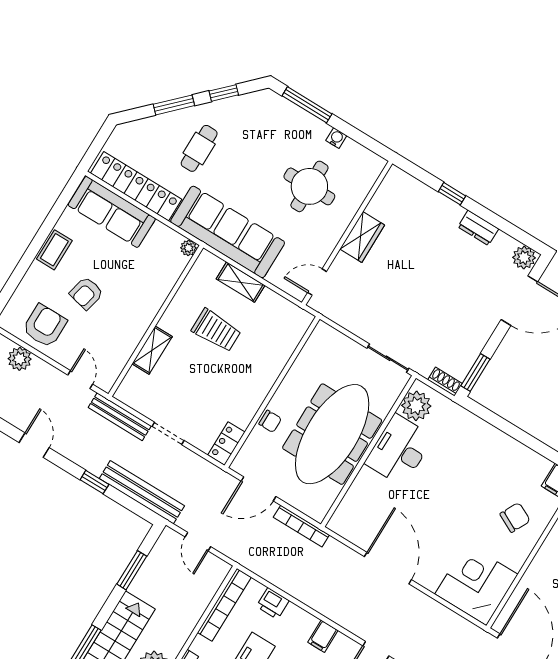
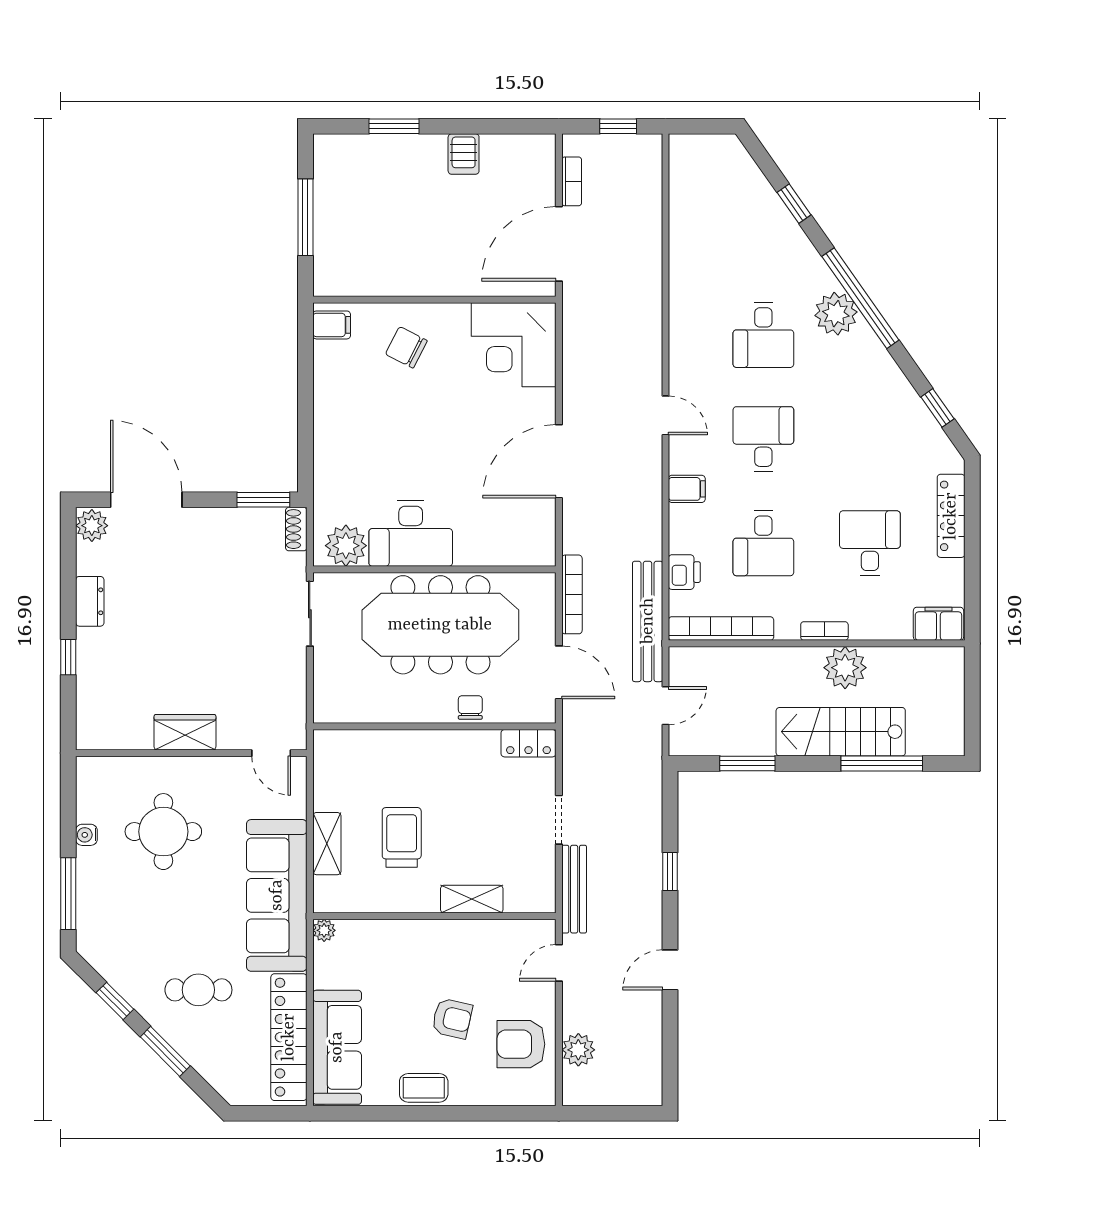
bench: (142, 492) -> (648, 621), moved

